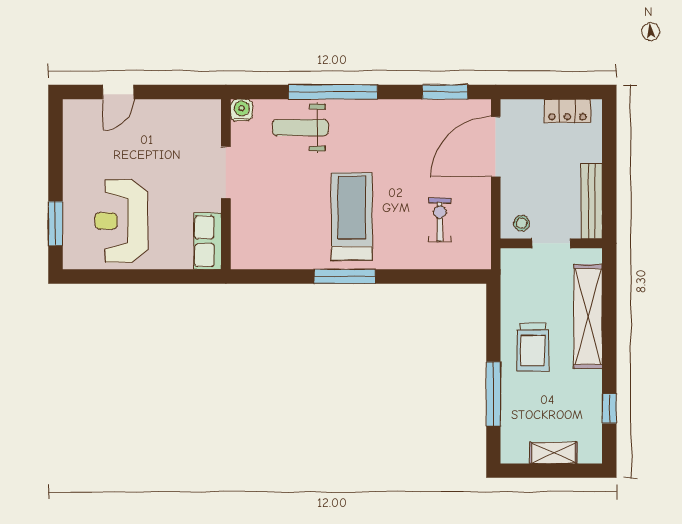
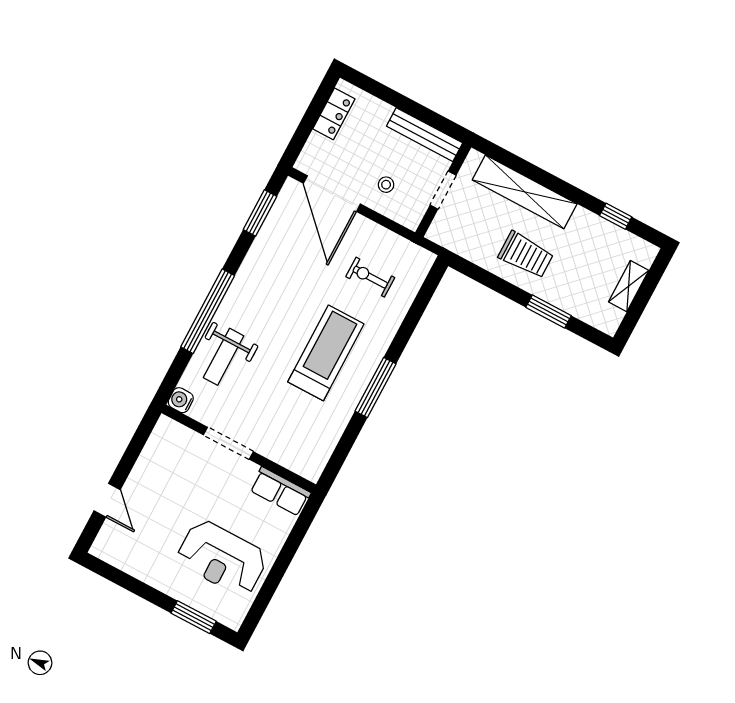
treadmill: (352, 216) -> (326, 353), turned 90
stool: (522, 223) -> (386, 185), moved
window: (493, 394) -> (548, 311), width x0.69

